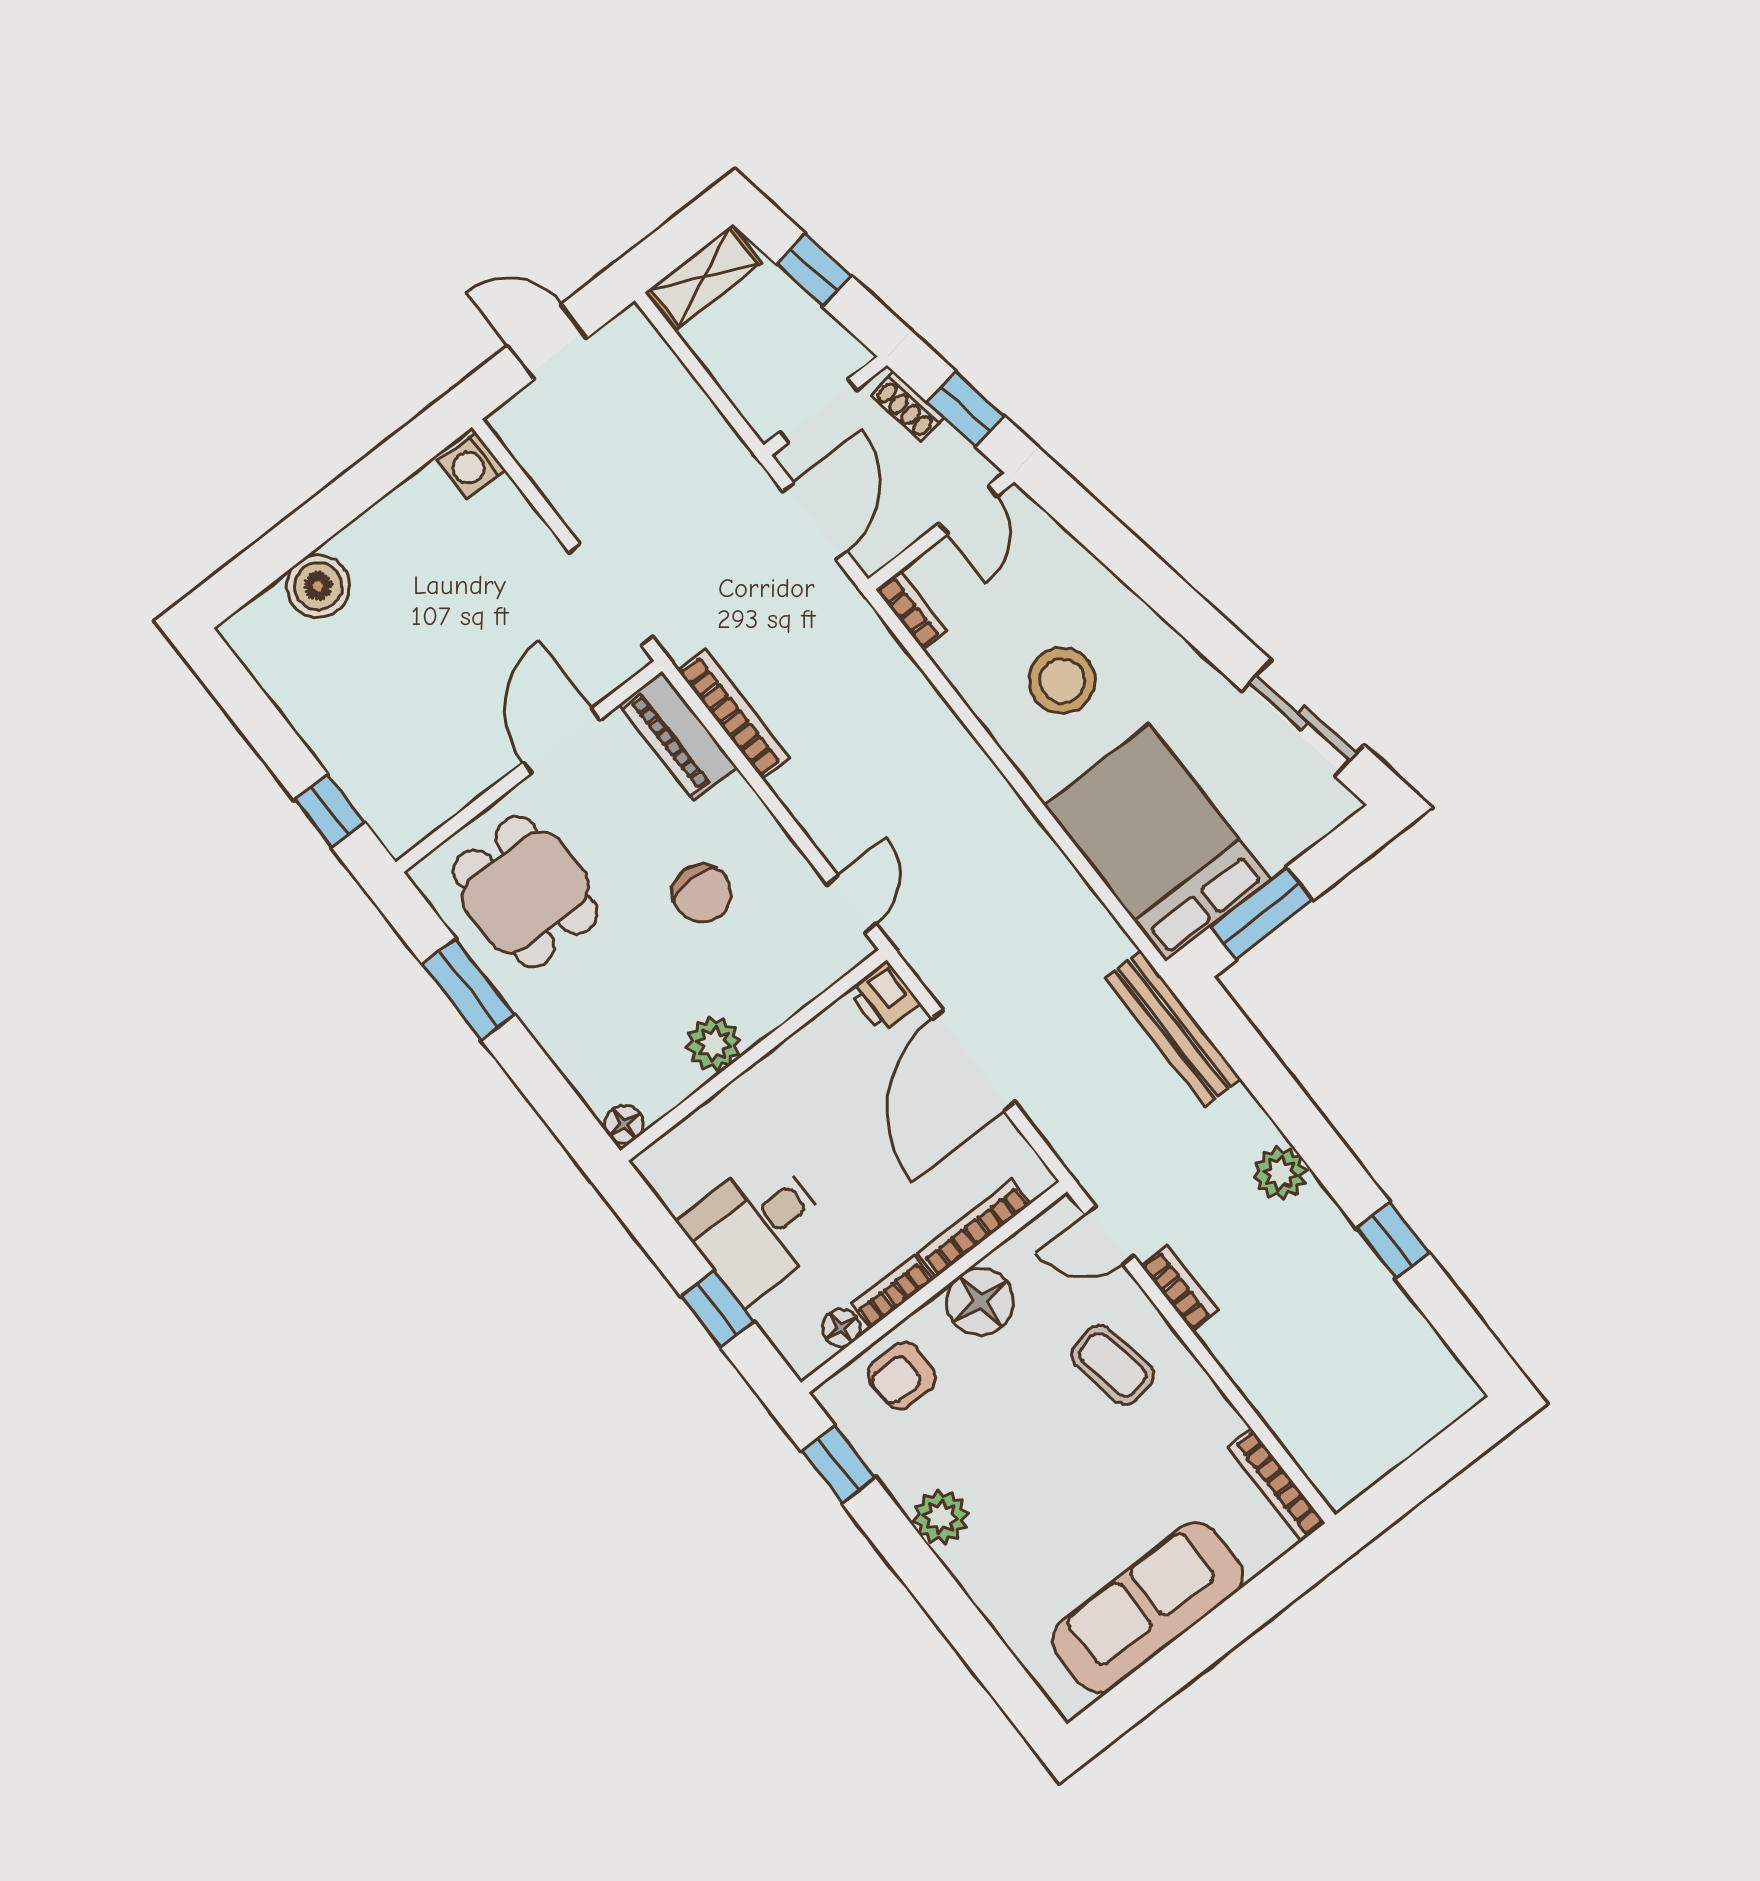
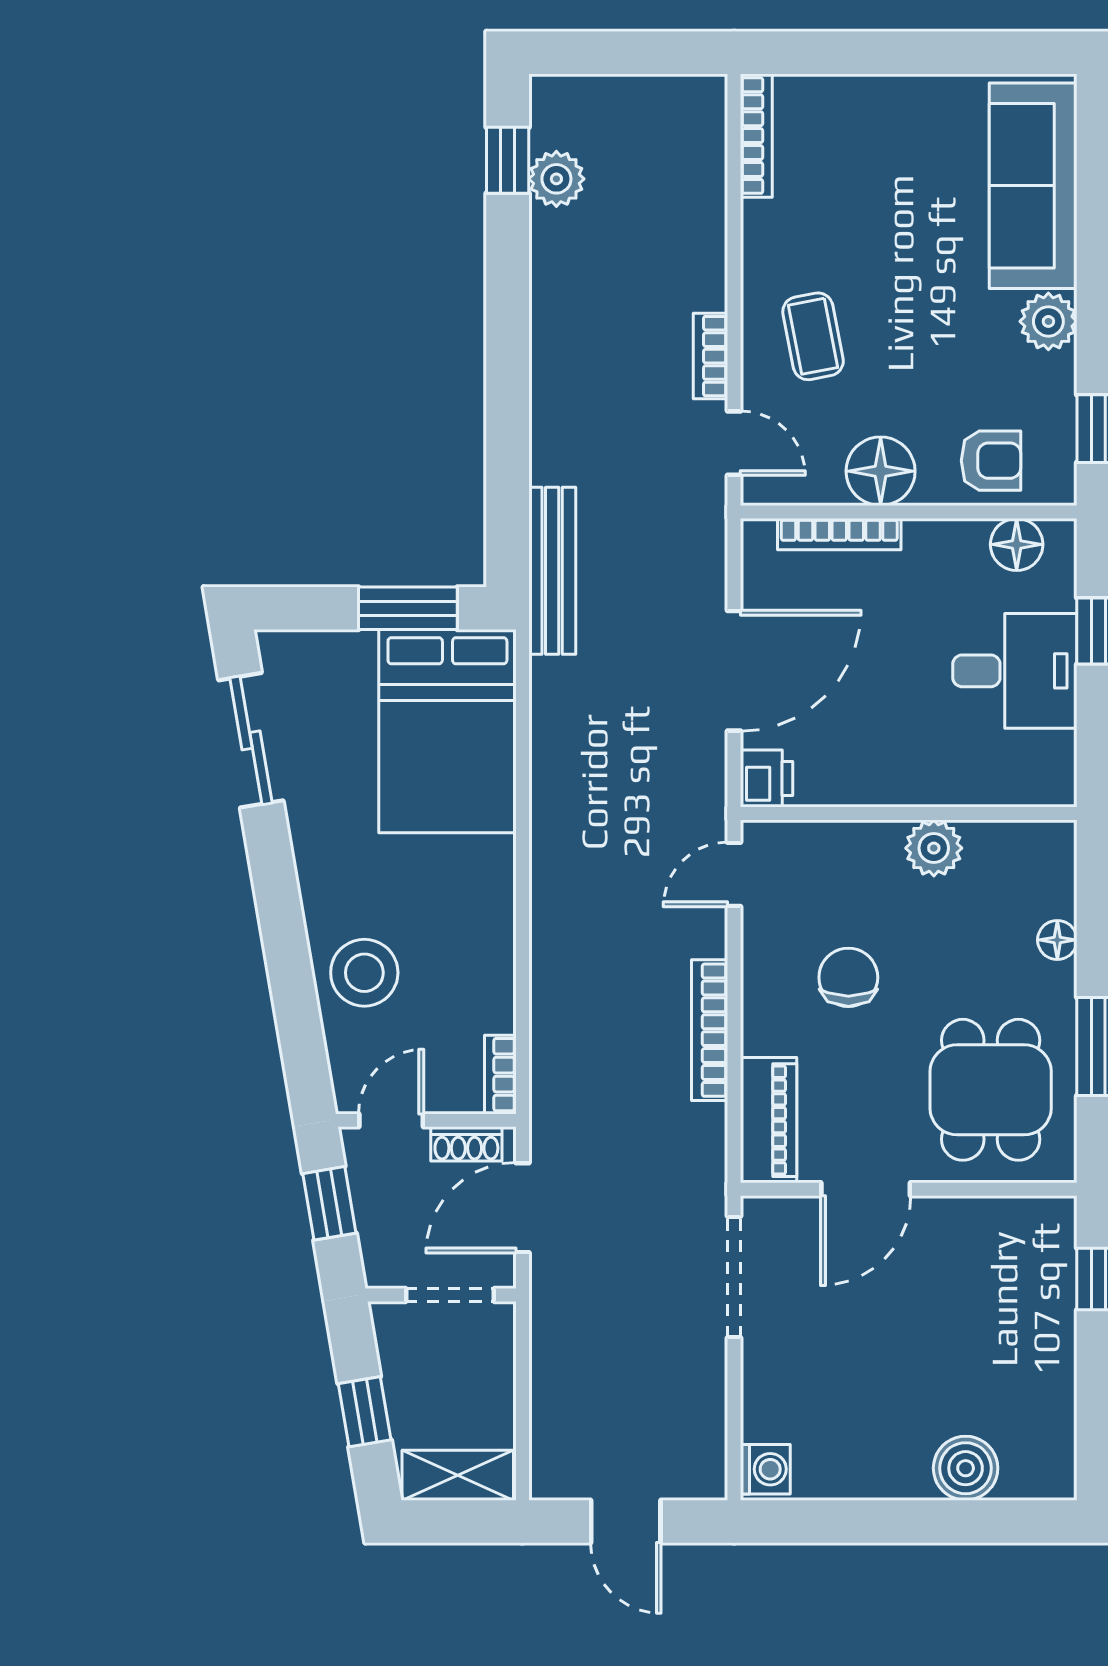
shoe rack: (907, 406) -> (466, 1144), moved, turned 100
stool: (1062, 681) -> (364, 973), moved
bookcase: (733, 714) -> (710, 1030), moved
floor lamp: (624, 1124) -> (1057, 940), moved
plant: (1280, 1173) -> (556, 179), moved
window: (1393, 1240) -> (508, 160), moved
bookcase: (892, 1292) -> (946, 535), removed
floor lamp: (841, 1328) -> (1017, 544), width x1.37, depth x1.37
sofa: (1148, 1608) -> (1033, 186), moved, turned 90

